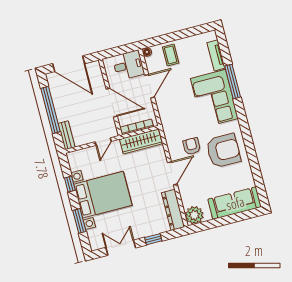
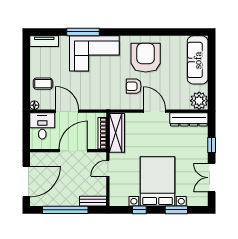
tv unit: (216, 55) -> (44, 41), moved
door: (103, 142) -> (108, 168), swing flipped

